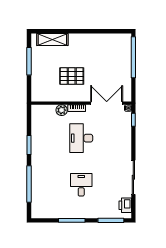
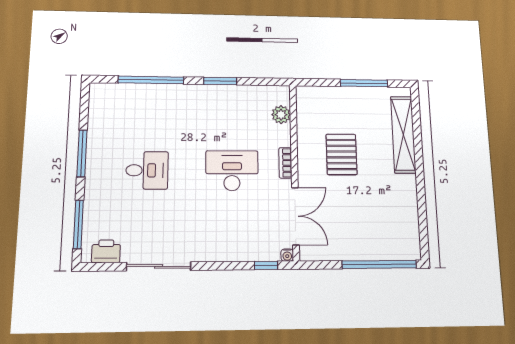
shelving: (52, 40) -> (403, 135), width x1.47
plant: (62, 110) -> (281, 115), moved

